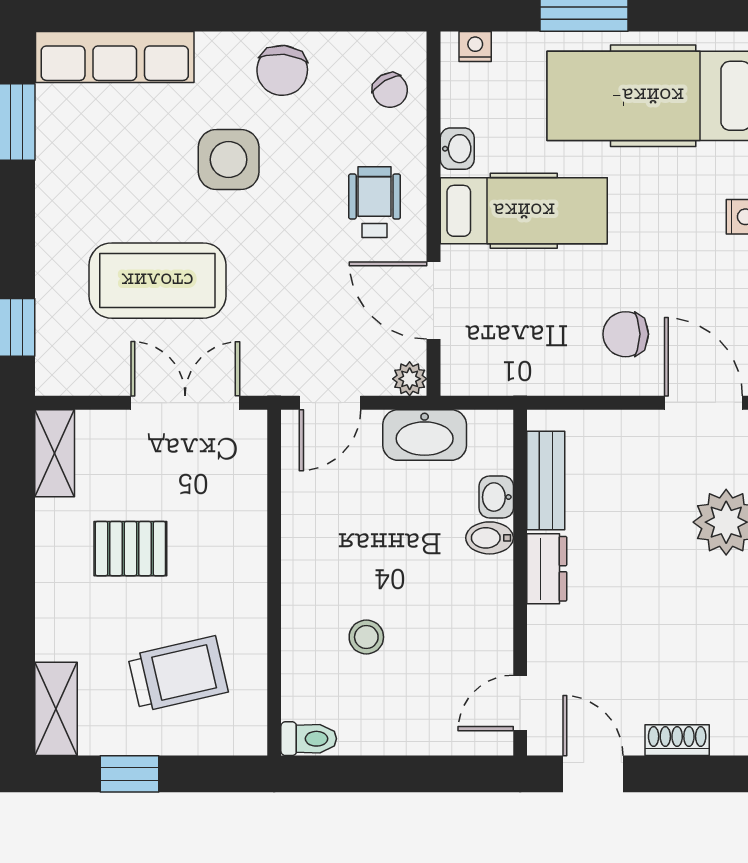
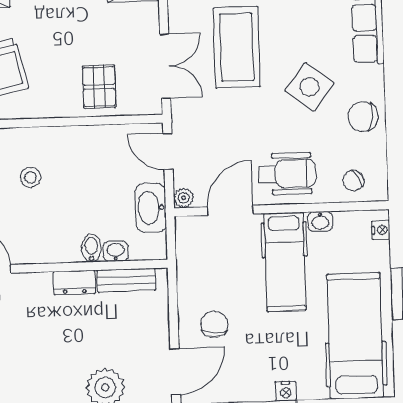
side table: (229, 160) -> (309, 87), turned 38
wheelchair: (375, 202) -> (287, 174), width x1.36, depth x1.37
pallet: (130, 549) -> (99, 87), moved

